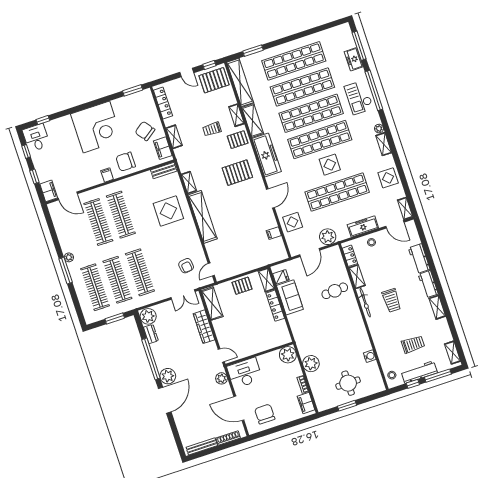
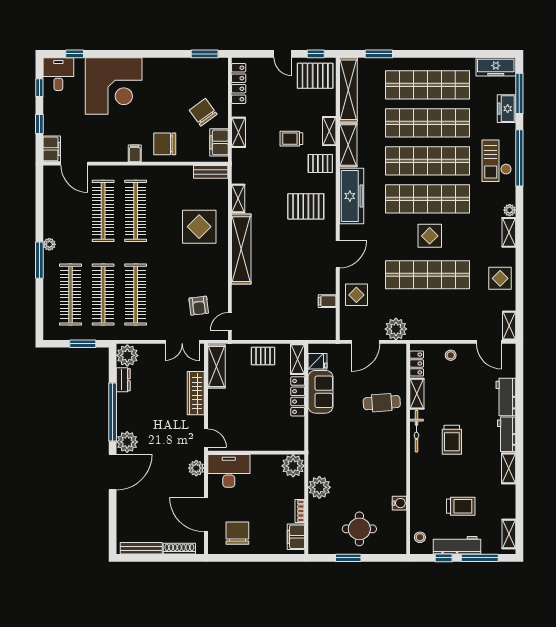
corner desk: (96, 127) -> (114, 86), moved
freezer: (363, 226) -> (496, 67), moved, turned 180

